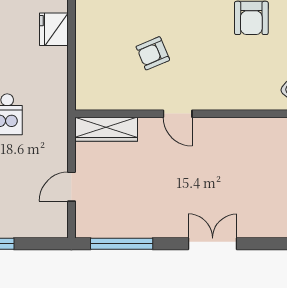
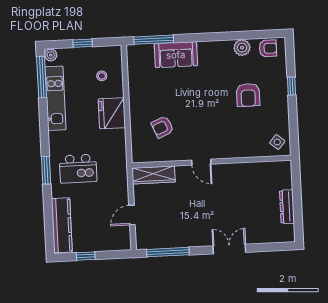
fridge: (54, 29) -> (112, 113), width x1.36, depth x1.34
armchair: (153, 53) -> (162, 127), moved

